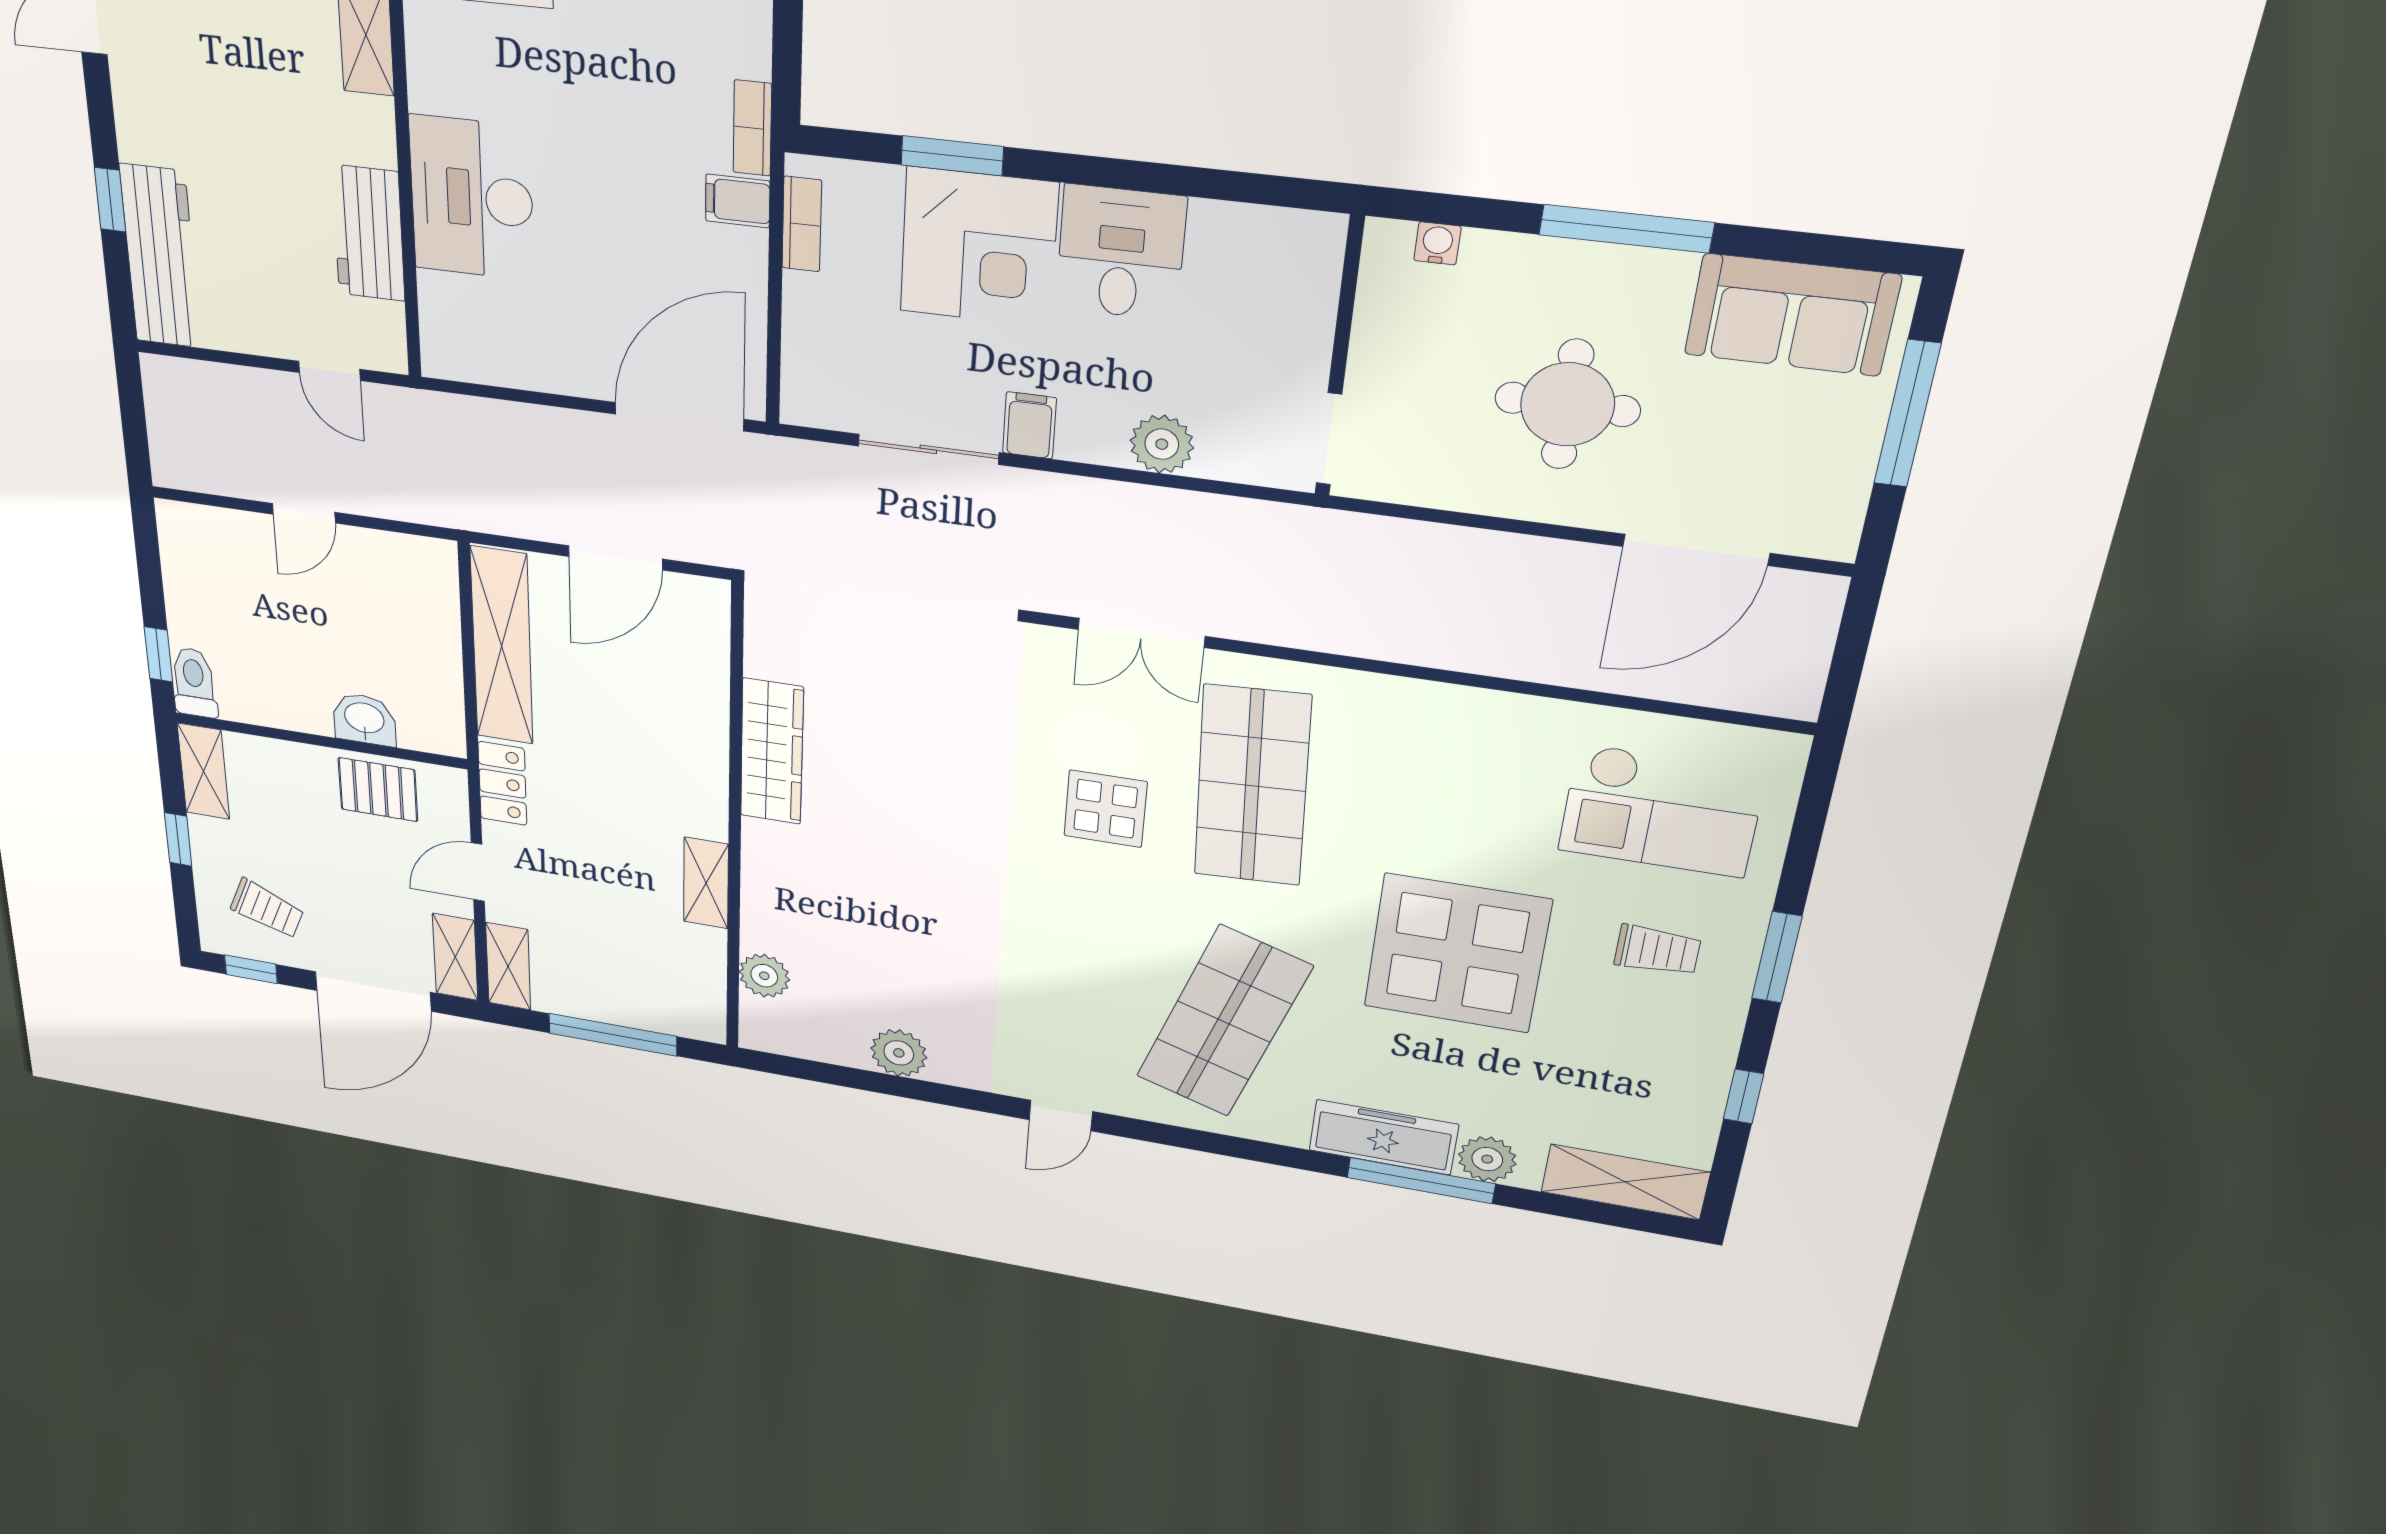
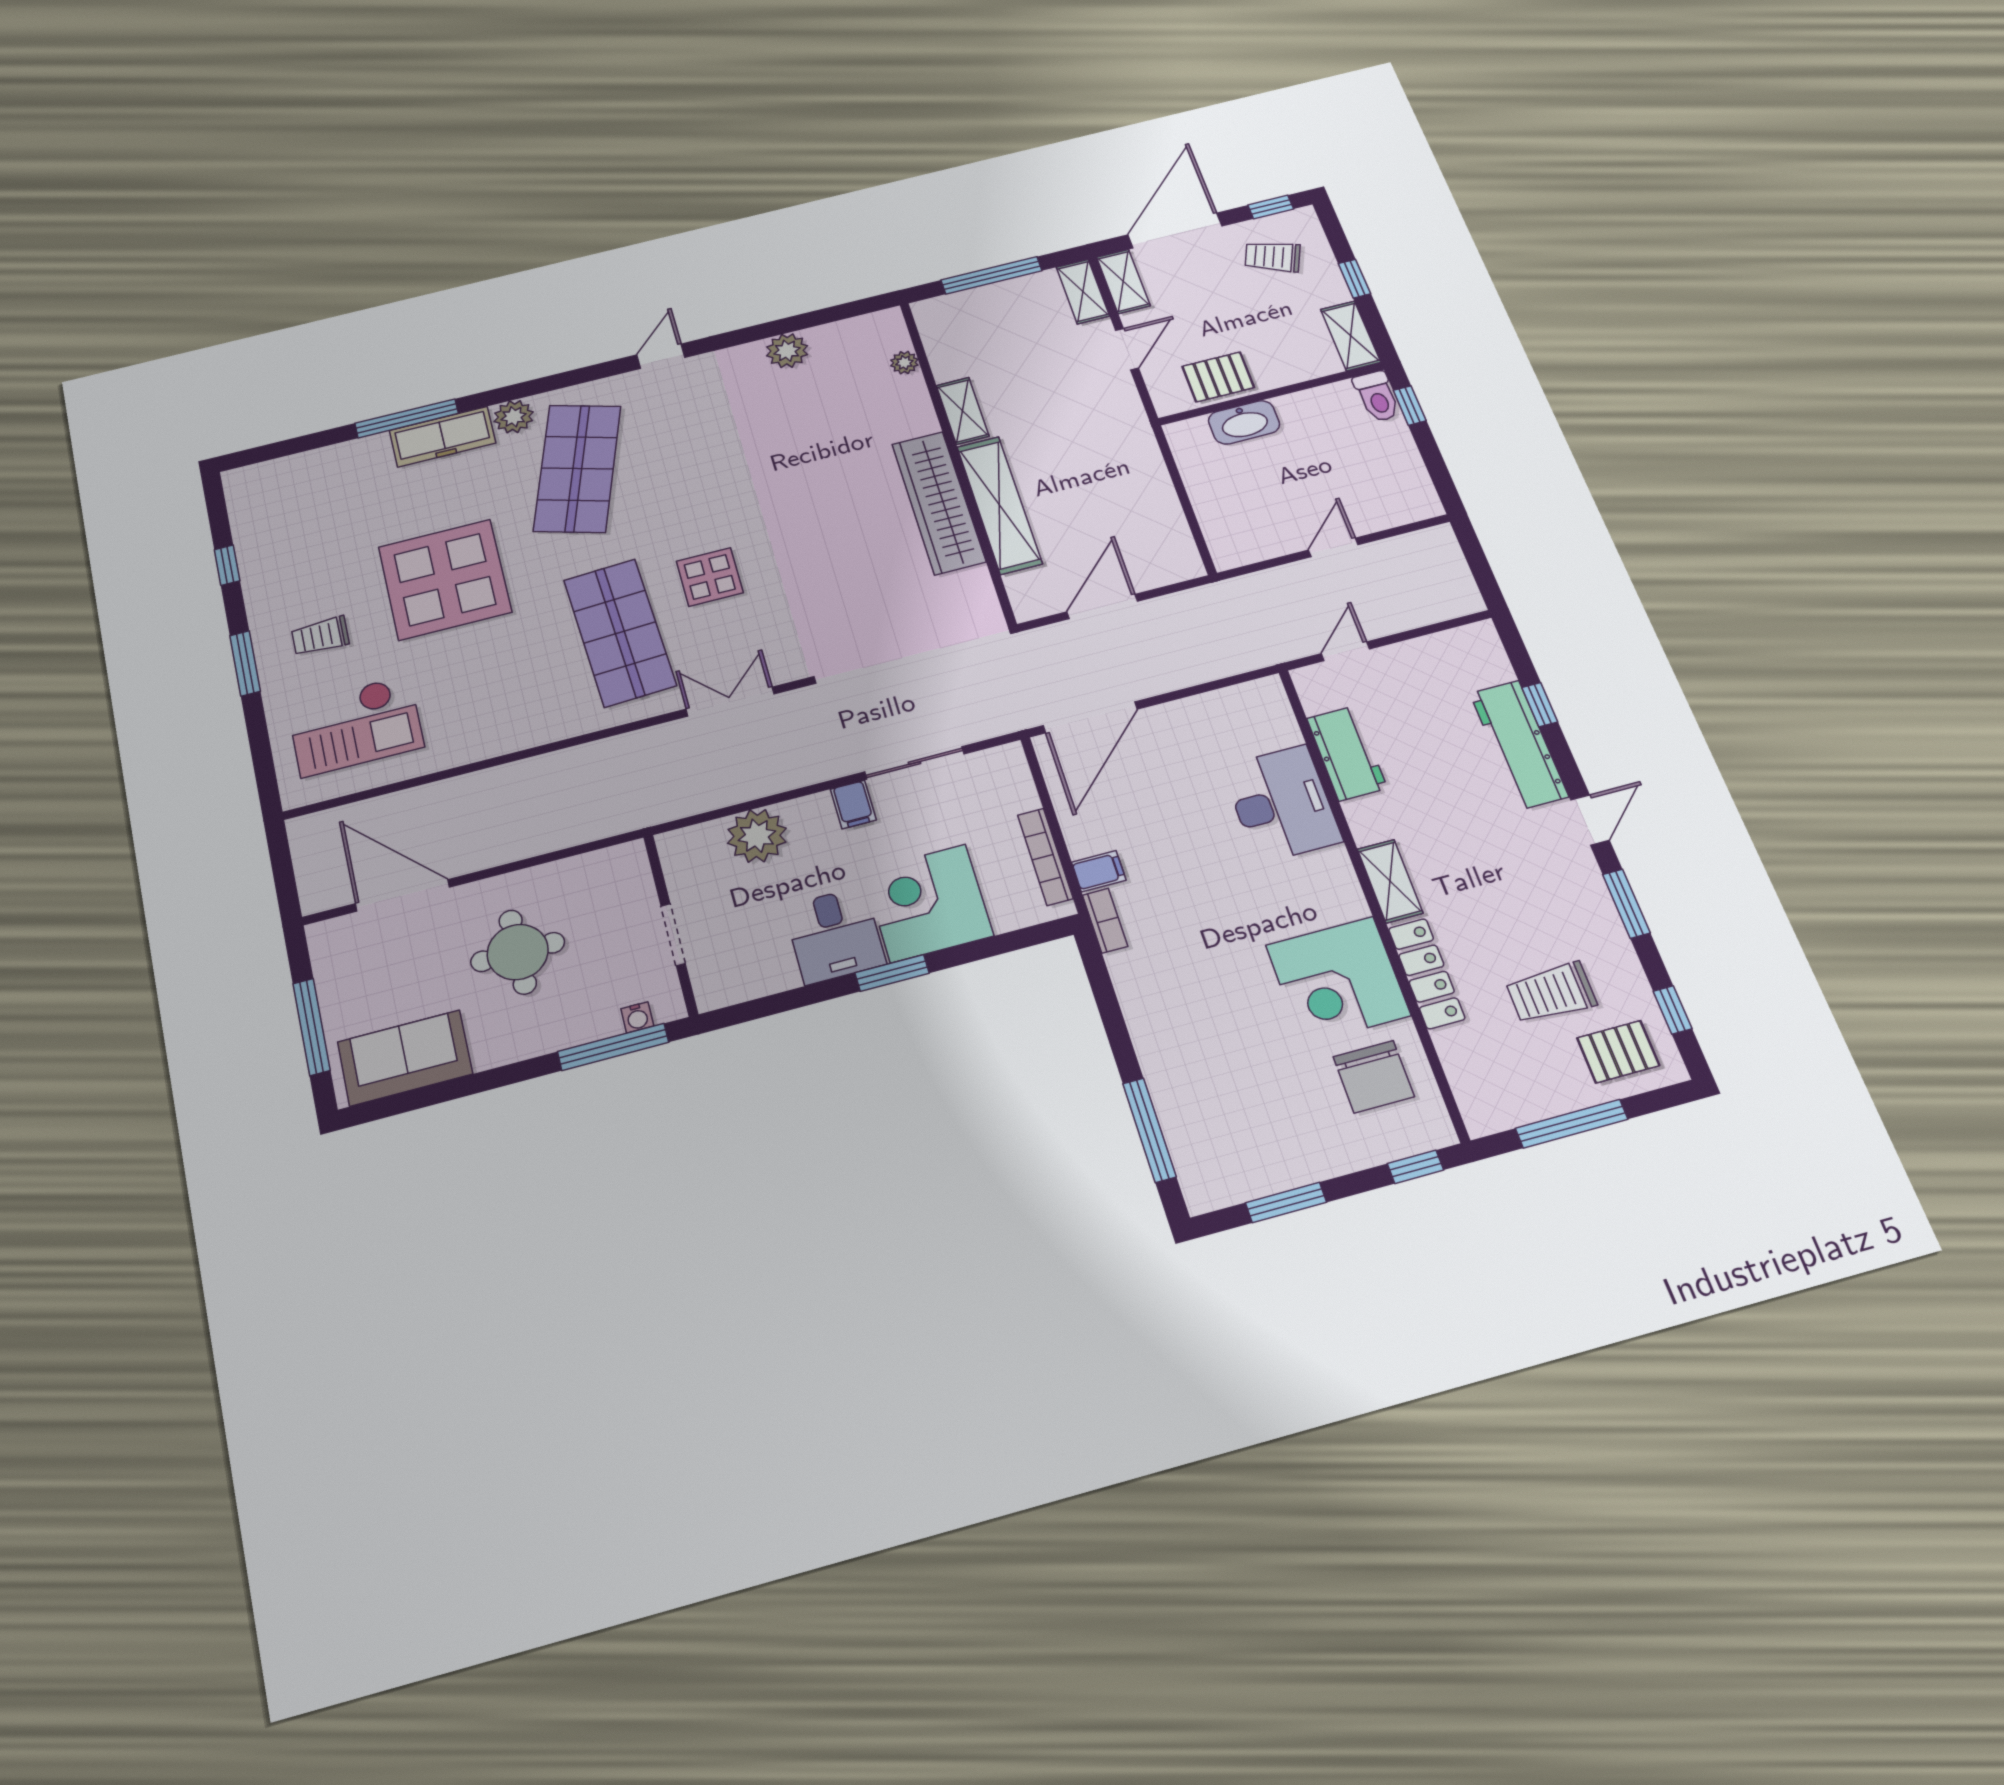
window: (952, 156) -> (892, 973), moved
bookcase: (802, 224) -> (1045, 857), width x1.56
window: (1626, 229) -> (613, 1047), moved
workbench: (160, 257) -> (1519, 745), moved
door: (329, 371) -> (1345, 651), hinge flipped
doorway: (1329, 439) -> (673, 935), moved
plant: (1162, 444) -> (757, 836), width x1.36, depth x1.36
door: (1696, 550) -> (403, 895), hinge flipped
shelving: (502, 646) -> (999, 505), moved
washbasin: (364, 719) -> (1244, 422), width x1.38
wardrobe: (772, 752) -> (939, 503), width x1.40, depth x1.17
locker: (502, 784) -> (1130, 419), removed
checkout: (1661, 811) -> (355, 726), turned 180
plant: (764, 976) -> (904, 363), width x0.73, depth x0.73
plant: (1487, 1159) -> (514, 417), moved
shelving: (1625, 1182) -> (277, 476), removed

